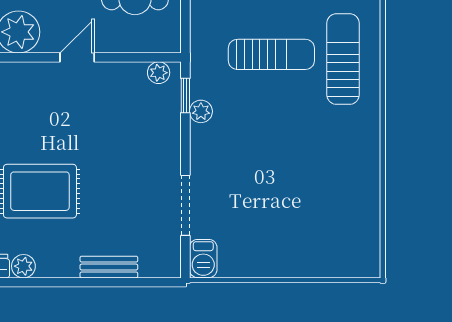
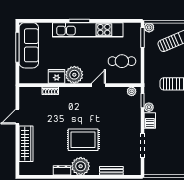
barbecue: (203, 259) -> (150, 121), moved
plant: (23, 266) -> (81, 166), width x1.87, depth x1.87

